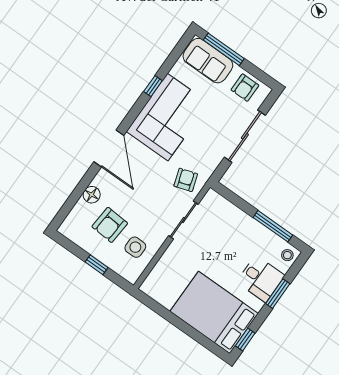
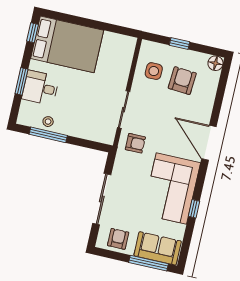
armchair: (186, 180) -> (135, 143), turned -72
floor lamp: (92, 195) -> (215, 63), moved
stool: (287, 255) -> (48, 122), moved

